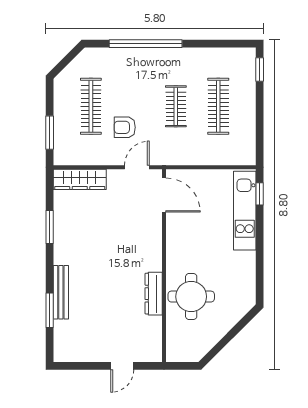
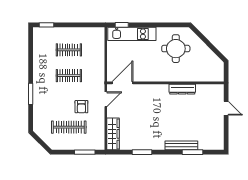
window: (146, 44) -> (31, 94), width x0.47
clothes rail: (218, 106) -> (69, 50), width x0.73
door: (137, 167) -> (106, 99), swing flipped
round table: (191, 297) -> (176, 49), moved

